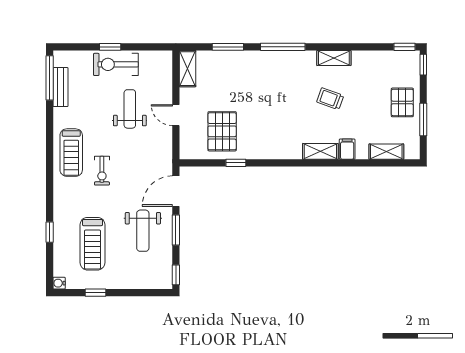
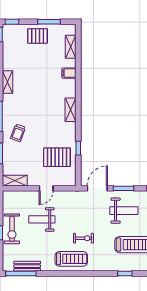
trolley: (330, 99) -> (18, 133), moved
shelving: (320, 151) -> (71, 110), moved
door: (176, 191) -> (97, 188), swing flipped

